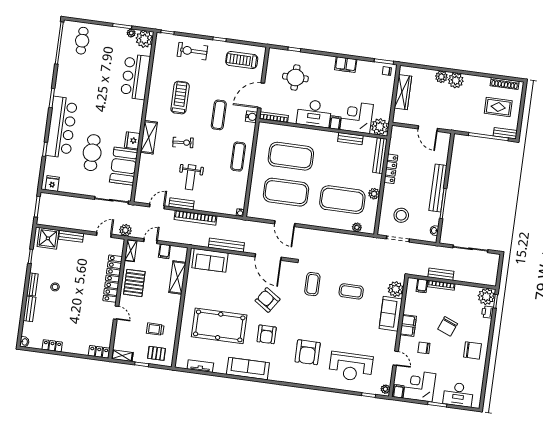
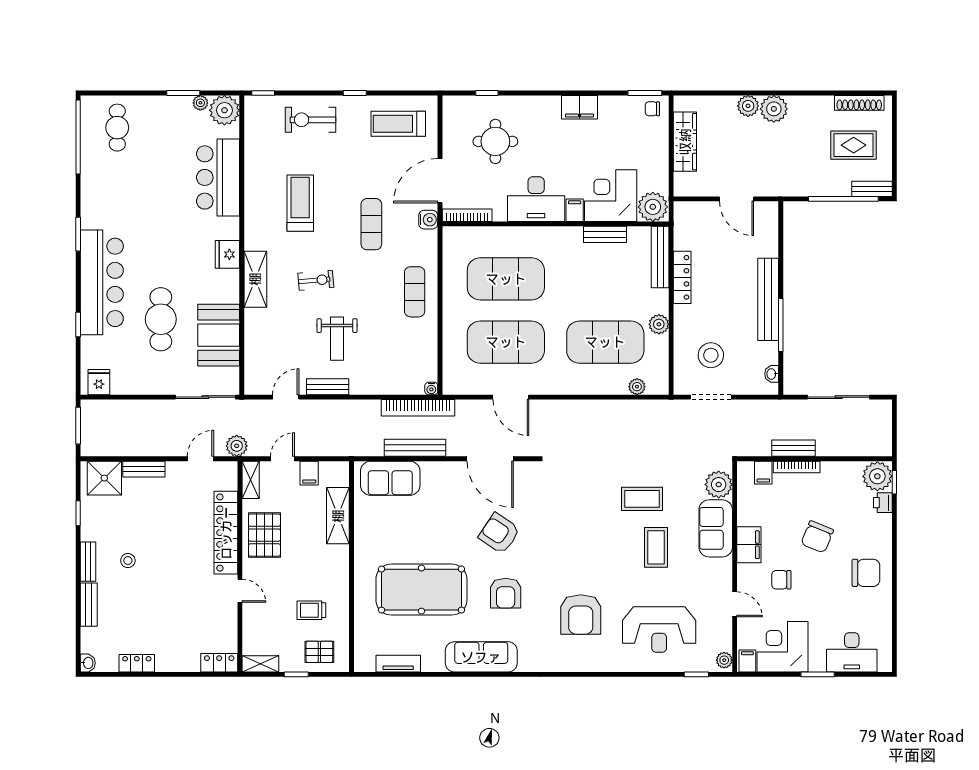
fridge: (132, 140) -> (227, 254), moved
bookcase: (195, 218) -> (418, 408), moved
coffee table: (312, 284) -> (656, 547), moved

